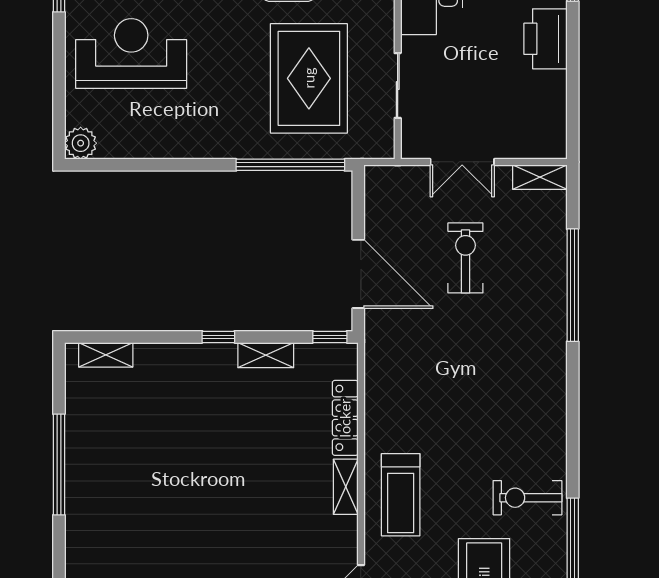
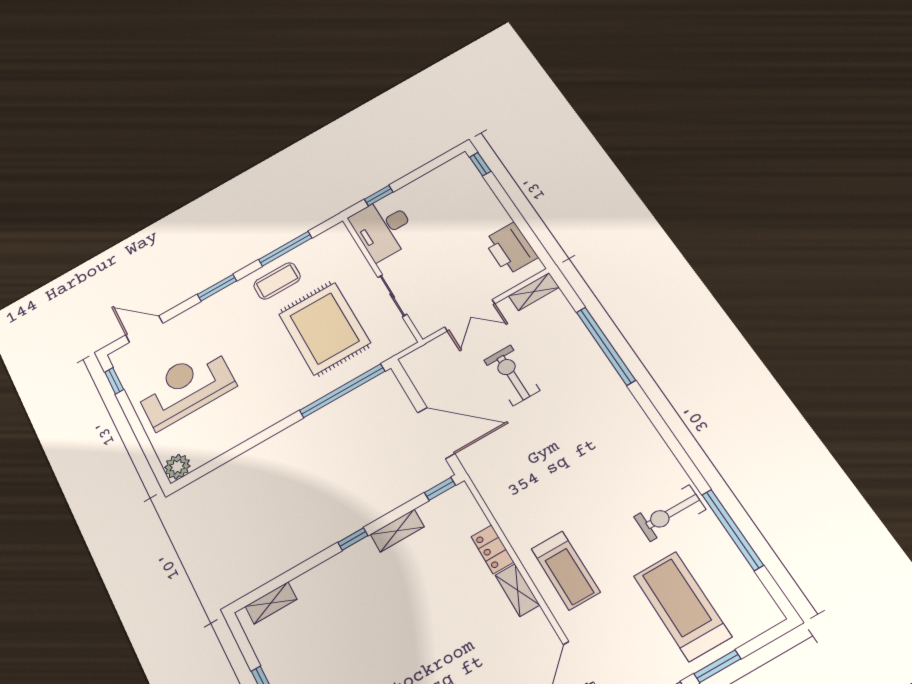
printer: (545, 39) -> (511, 249), moved
locker: (345, 418) -> (492, 549), width x0.66

